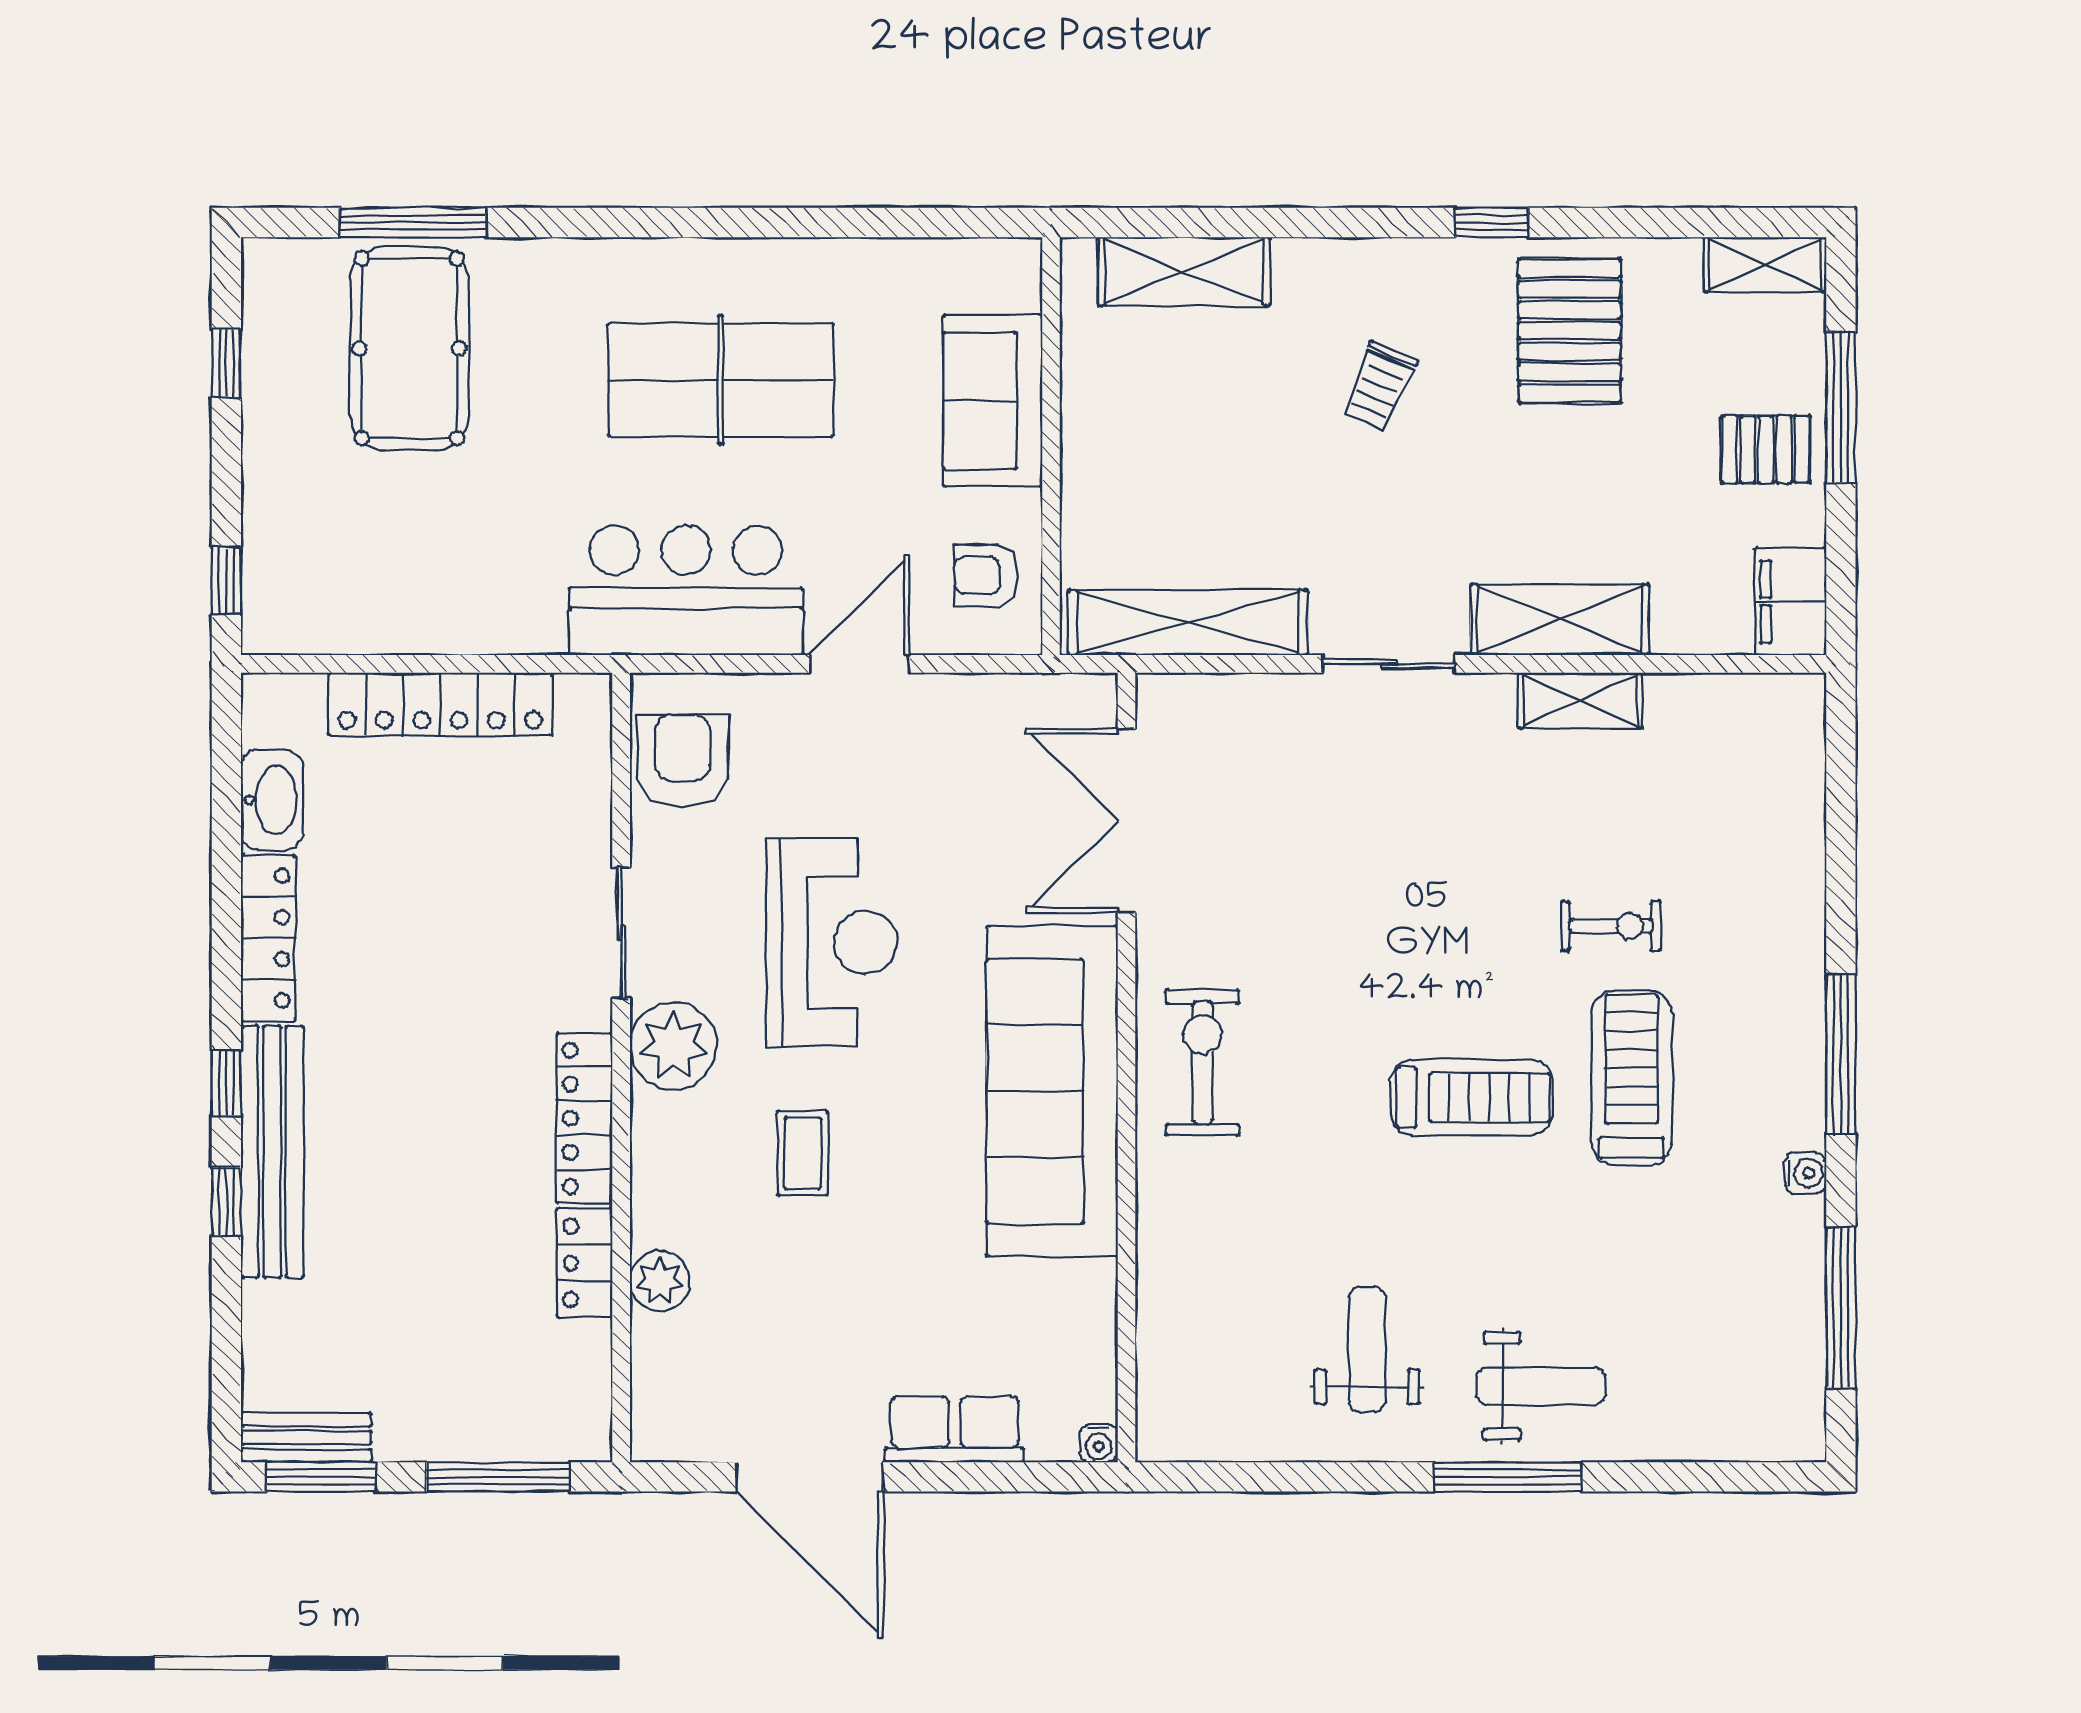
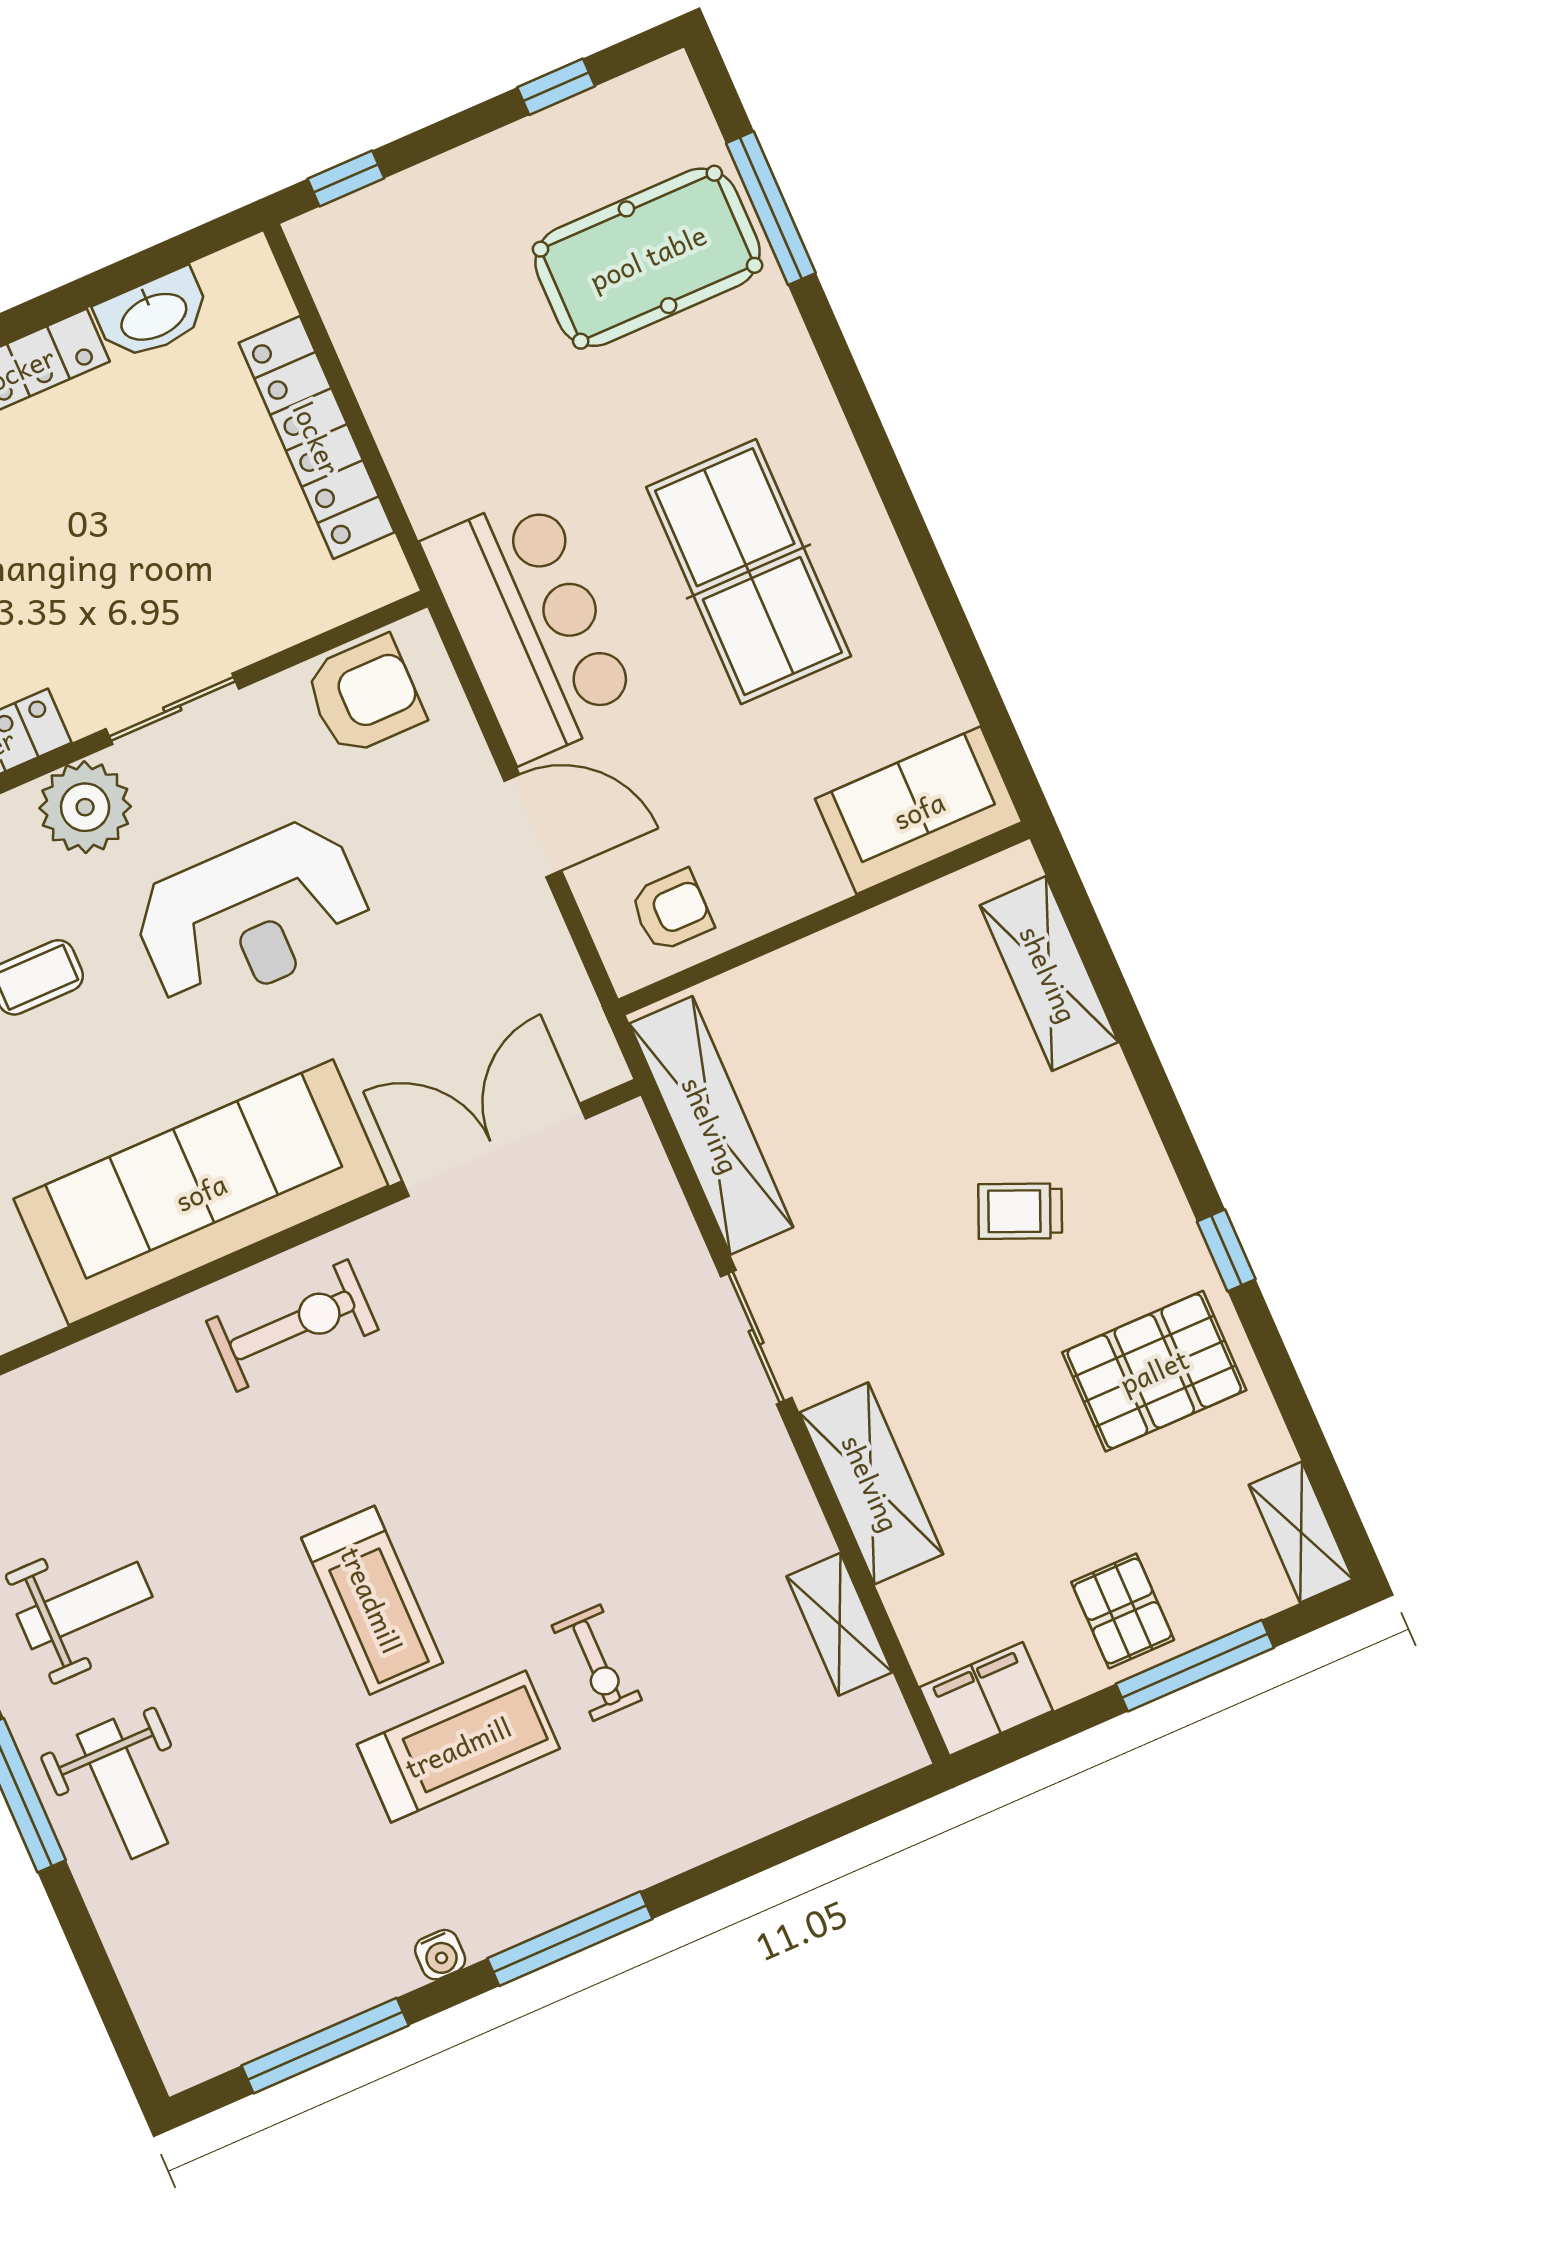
sofa: (993, 401) -> (919, 810), moved
armchair: (986, 575) -> (672, 911), turned 90
shelving: (1580, 700) -> (840, 1624), moved

